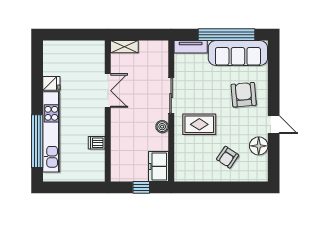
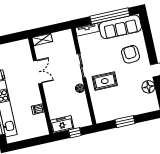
armchair: (228, 157) -> (129, 99), removed
freezer: (158, 166) -> (62, 124), moved, turned 90
window: (215, 187) -> (125, 122), added

